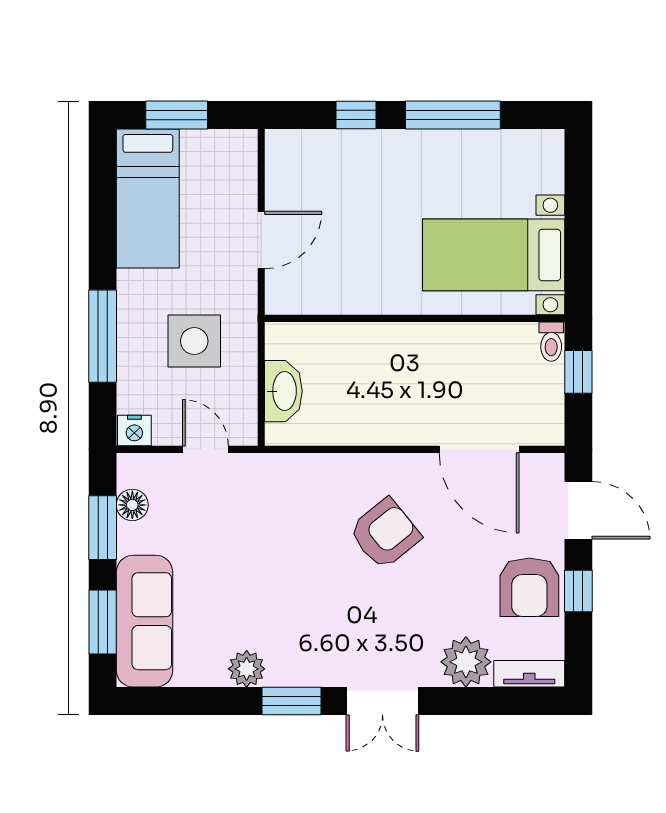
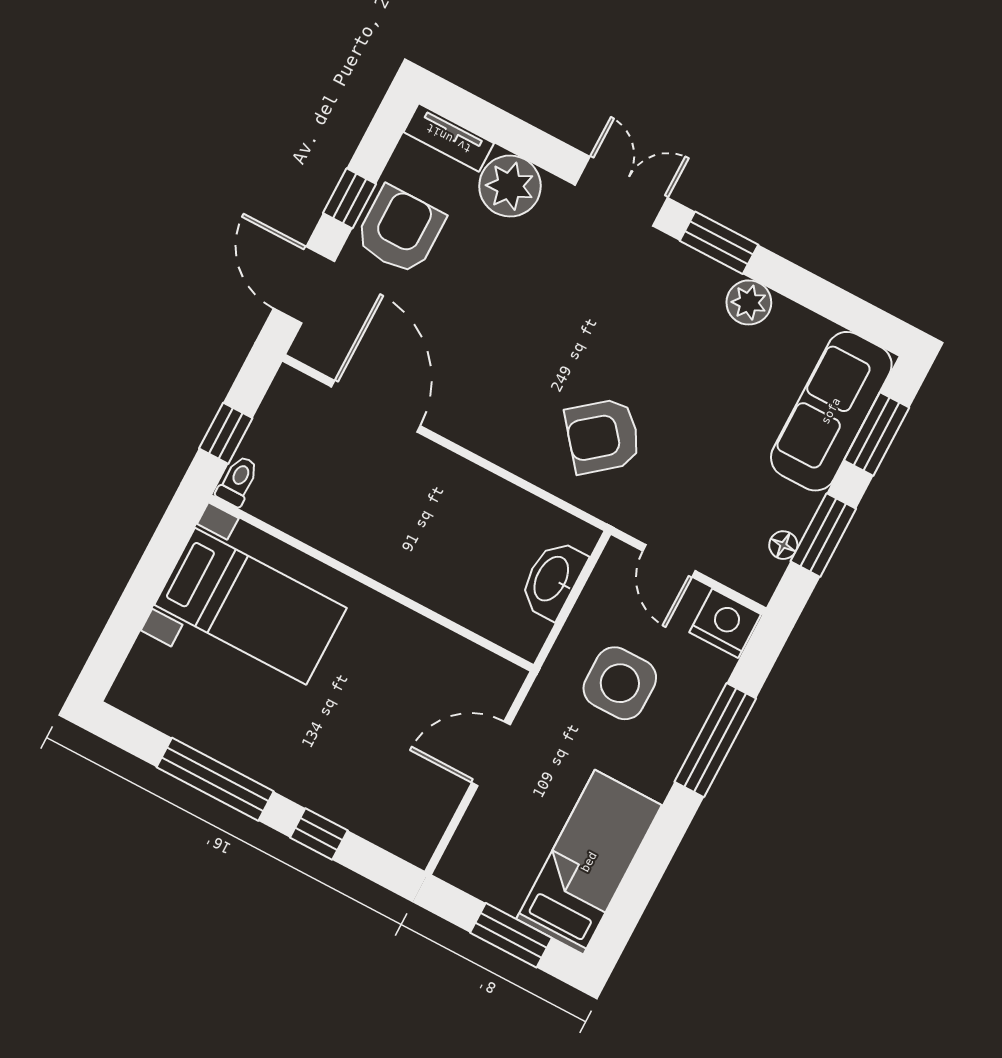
nightstand: (134, 430) -> (725, 623), width x1.36, depth x1.33
floor lamp: (132, 505) -> (783, 545), width x0.73, depth x0.73
armchair: (385, 534) -> (603, 436), moved

